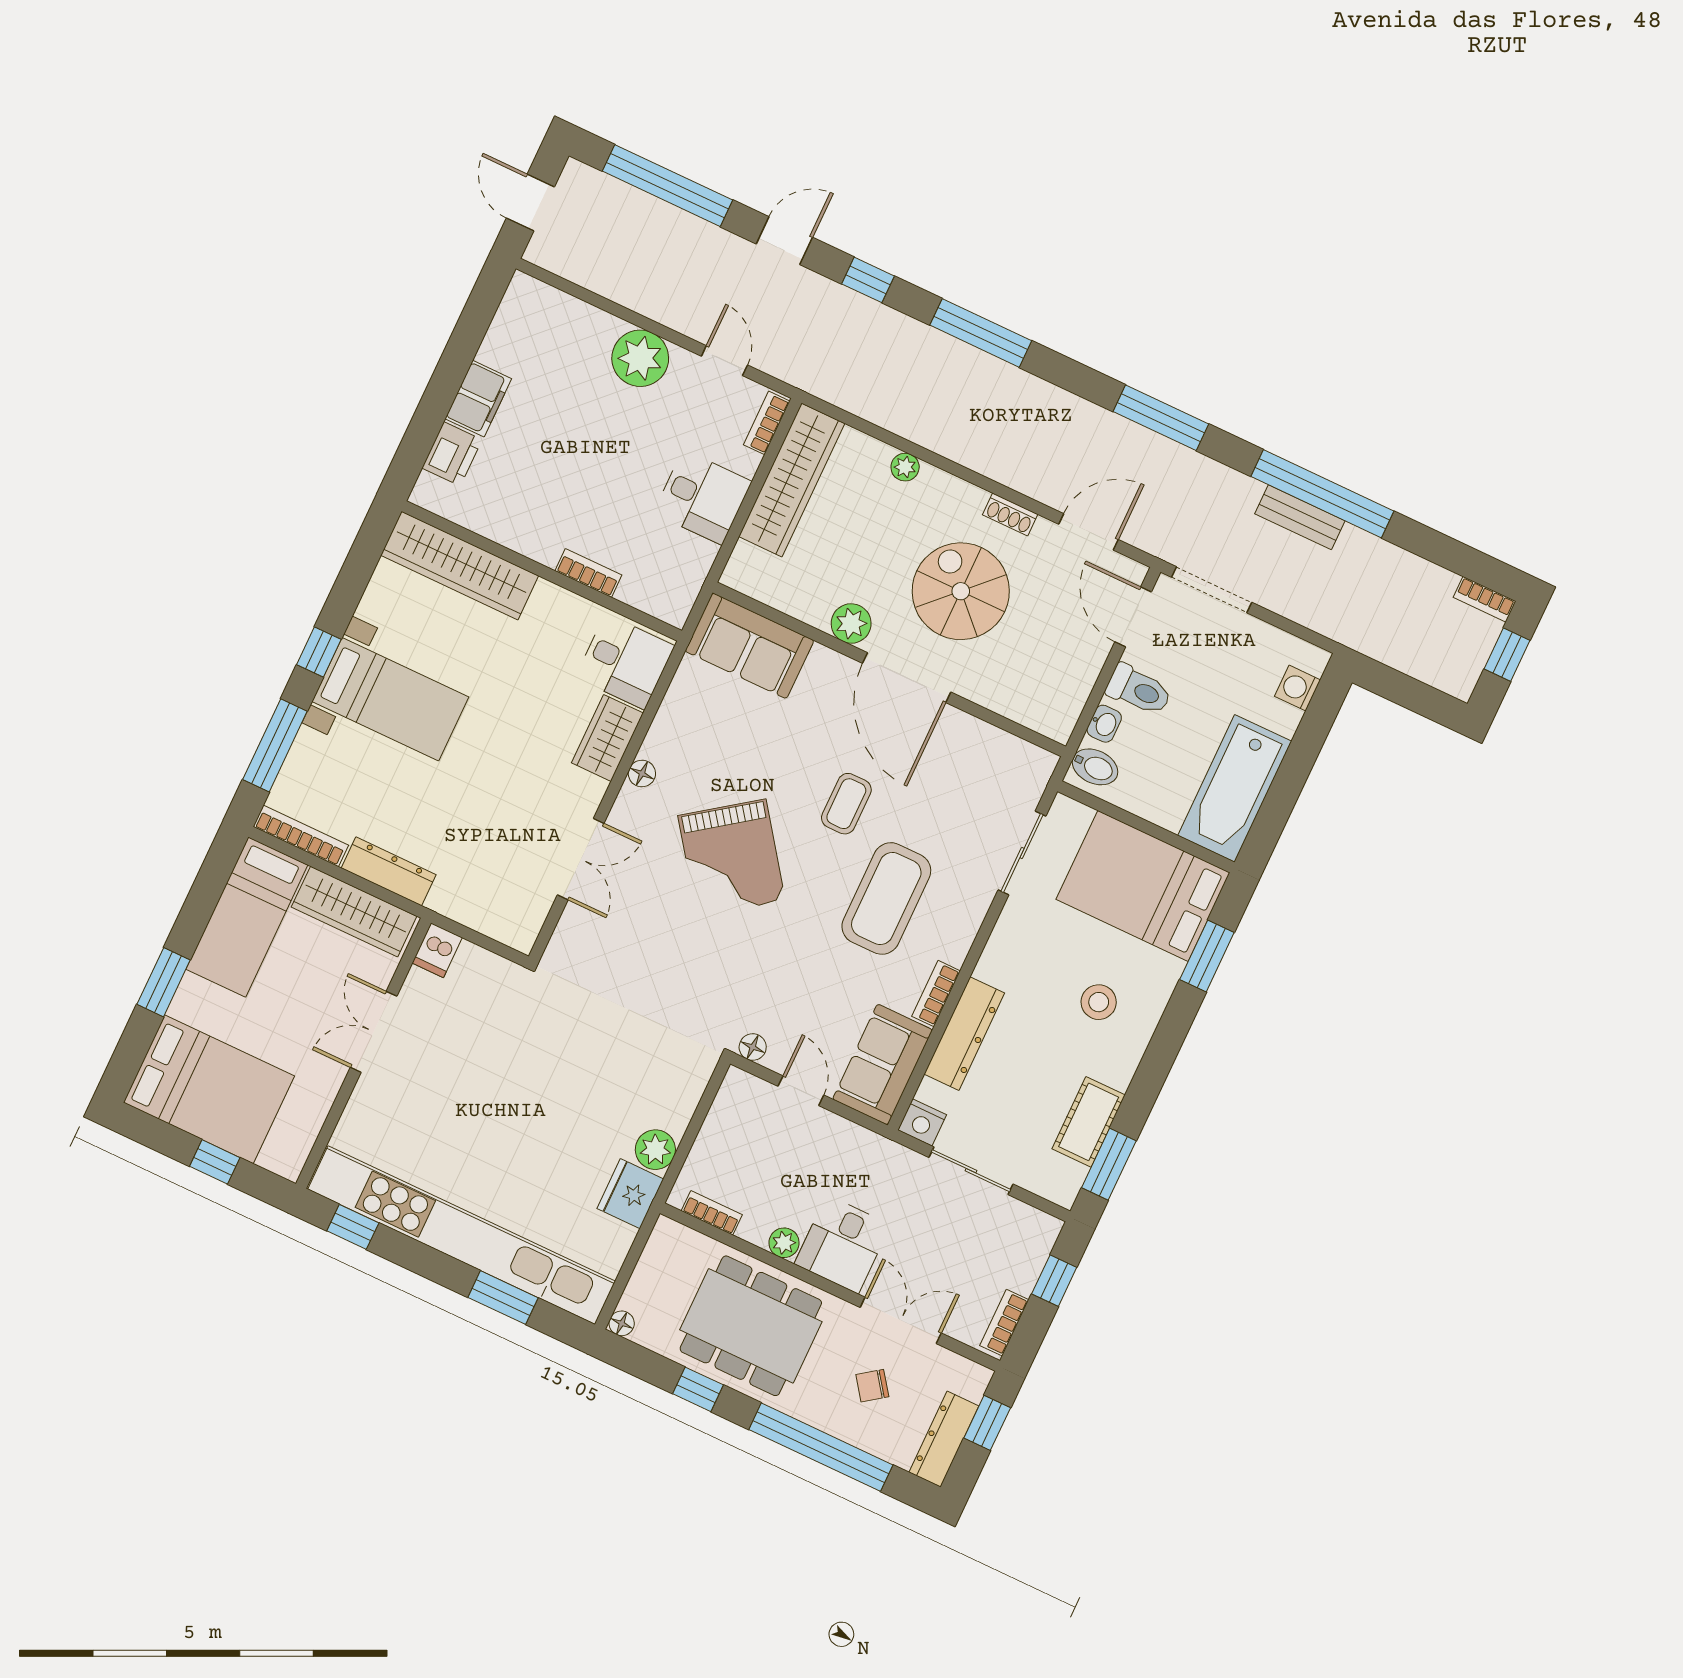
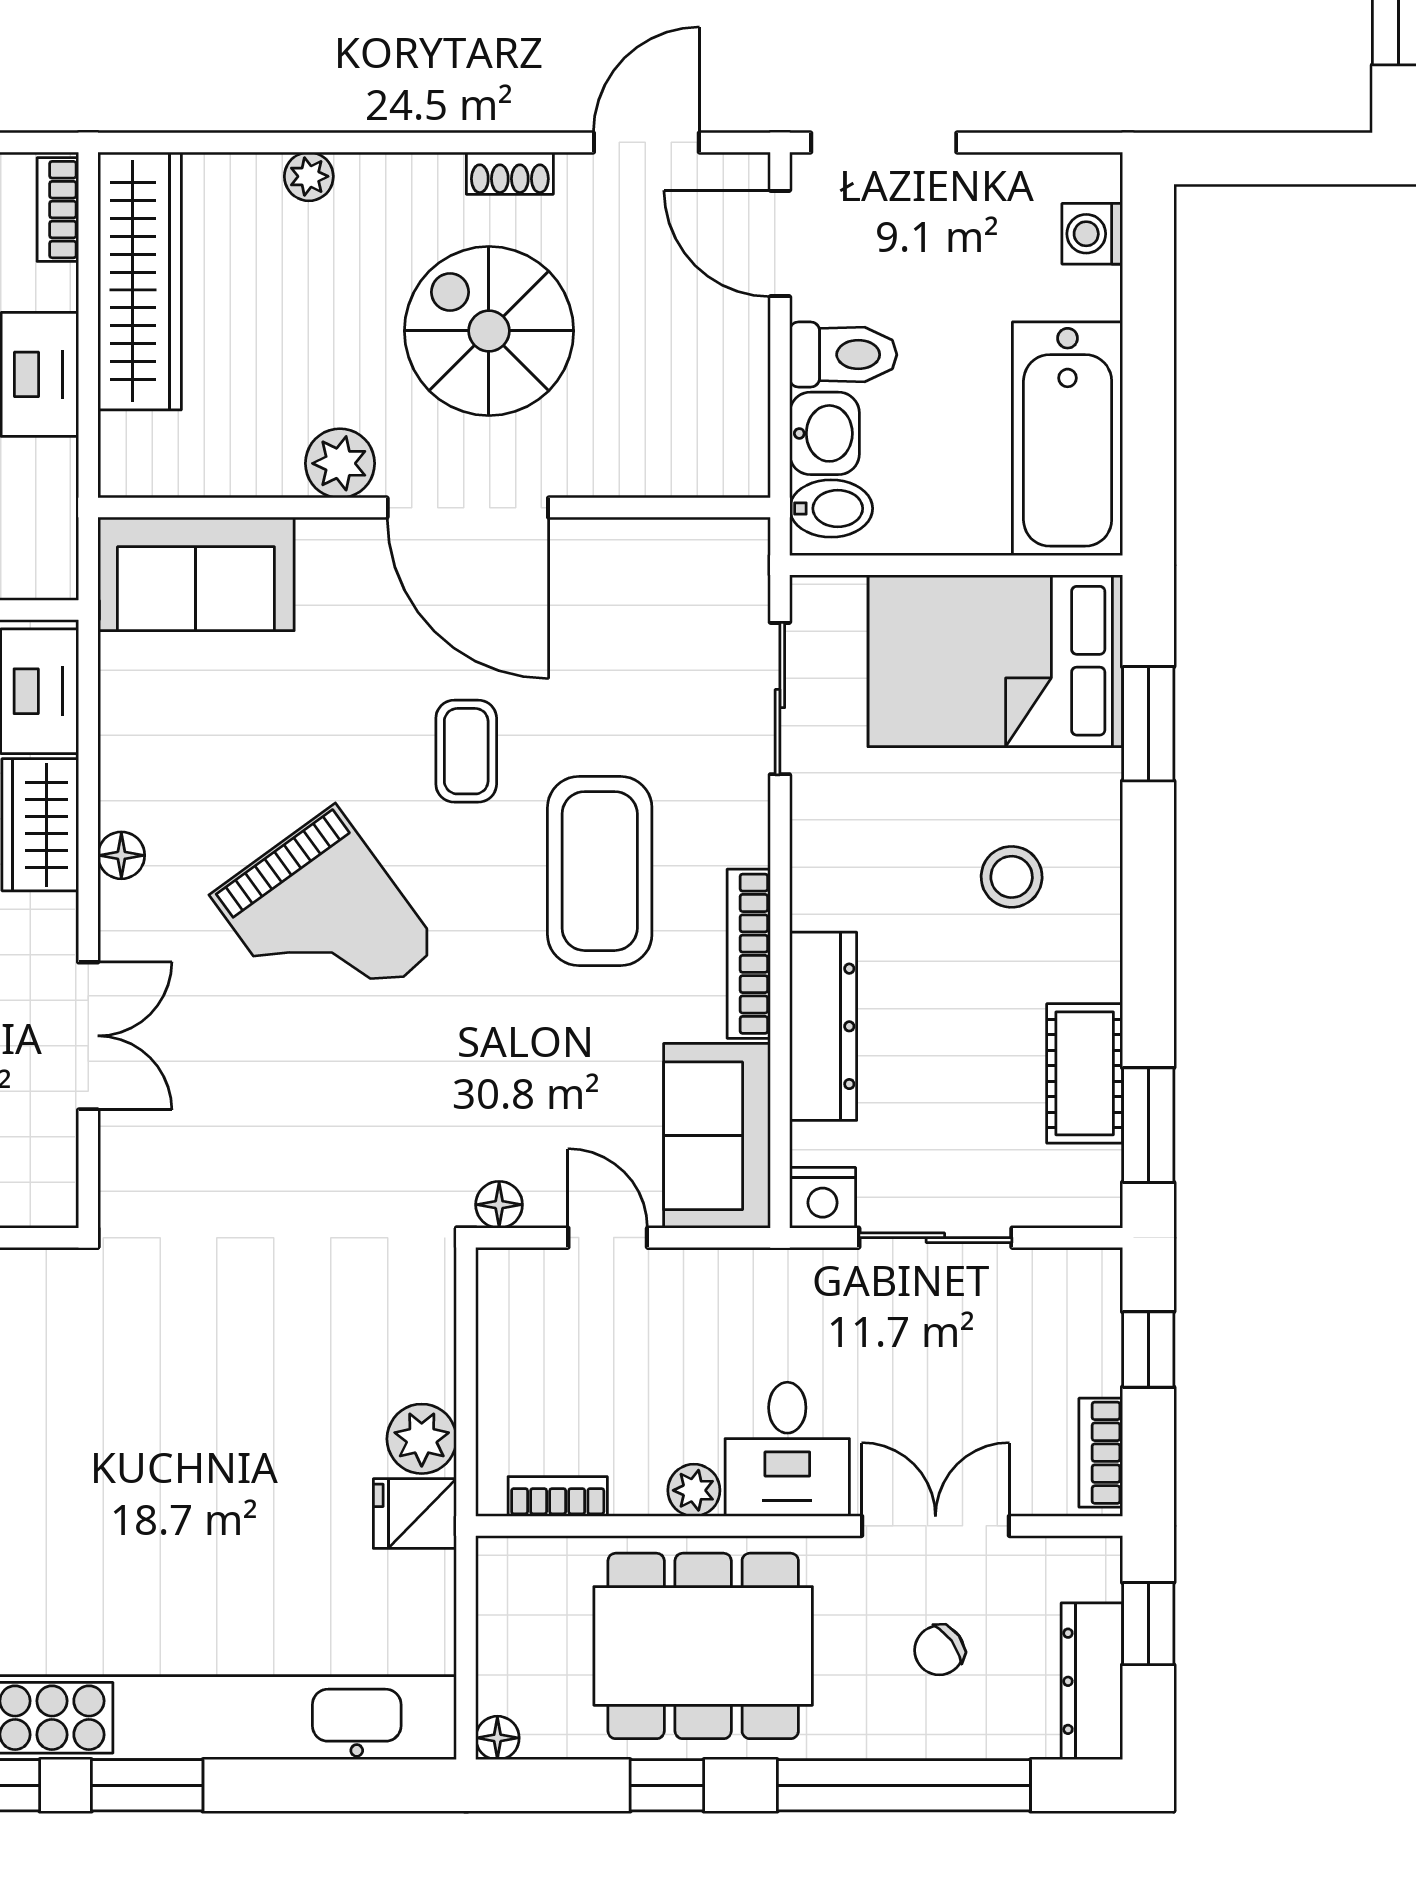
washbasin: (1104, 724) -> (824, 433), width x1.38, depth x1.45
bookcase: (936, 994) -> (749, 954), width x1.56
fridge: (630, 1194) -> (415, 1514), width x0.72
window: (503, 1298) -> (147, 1785), moved

